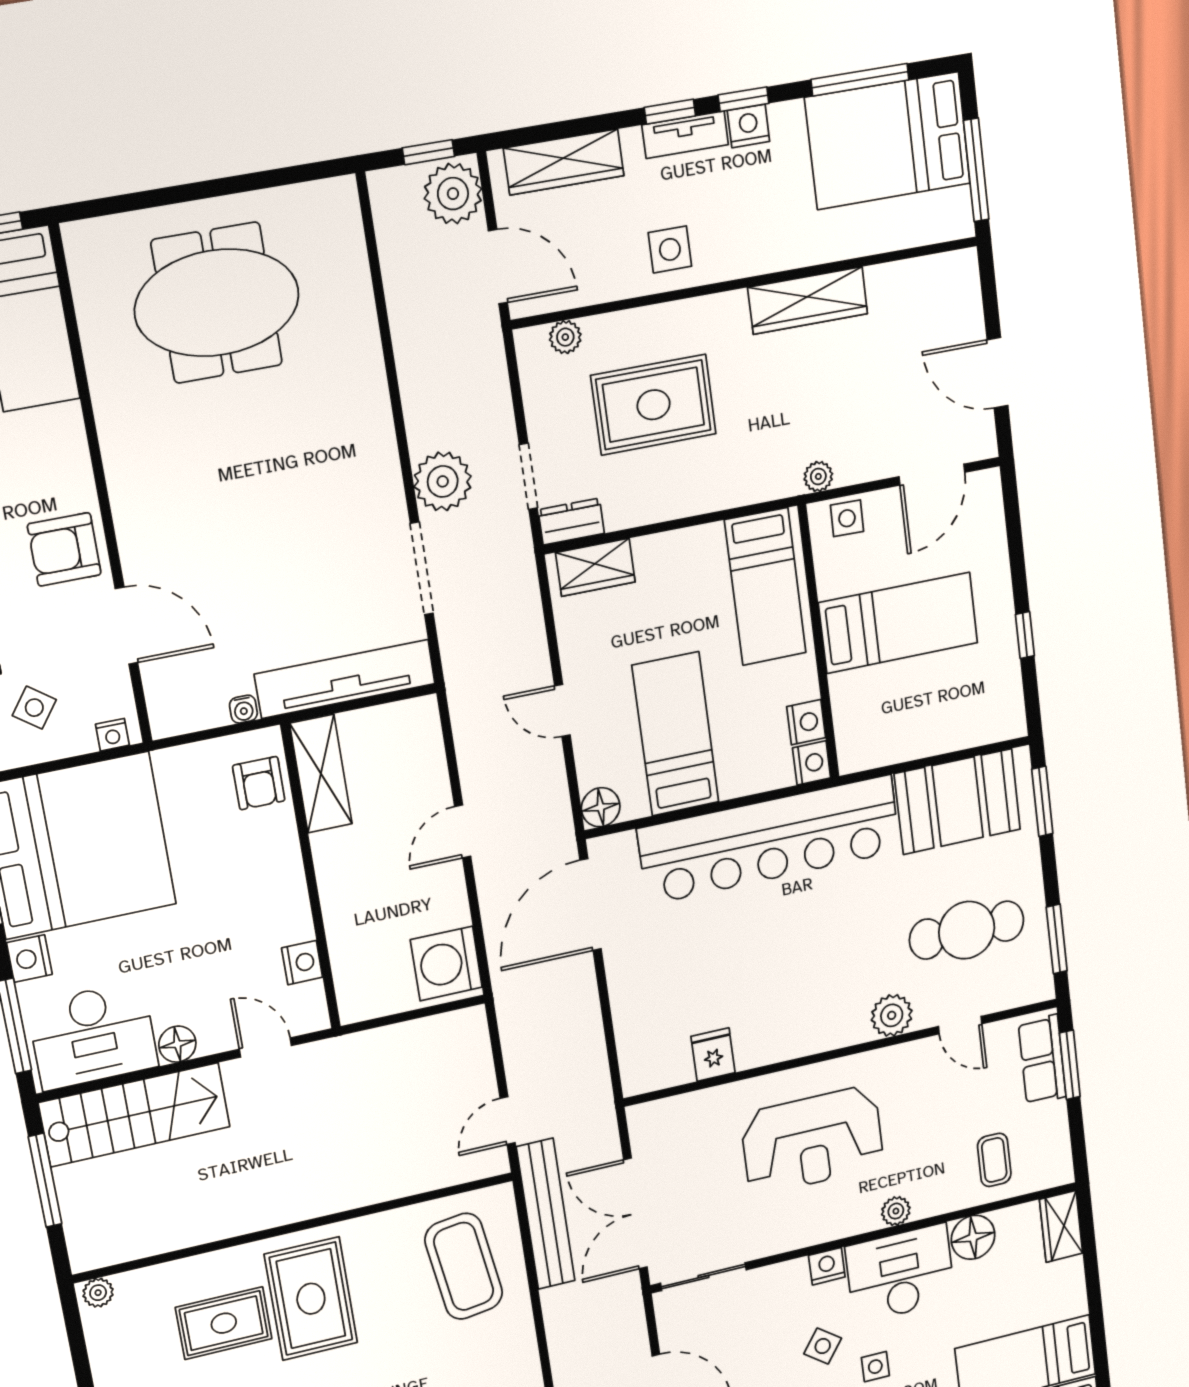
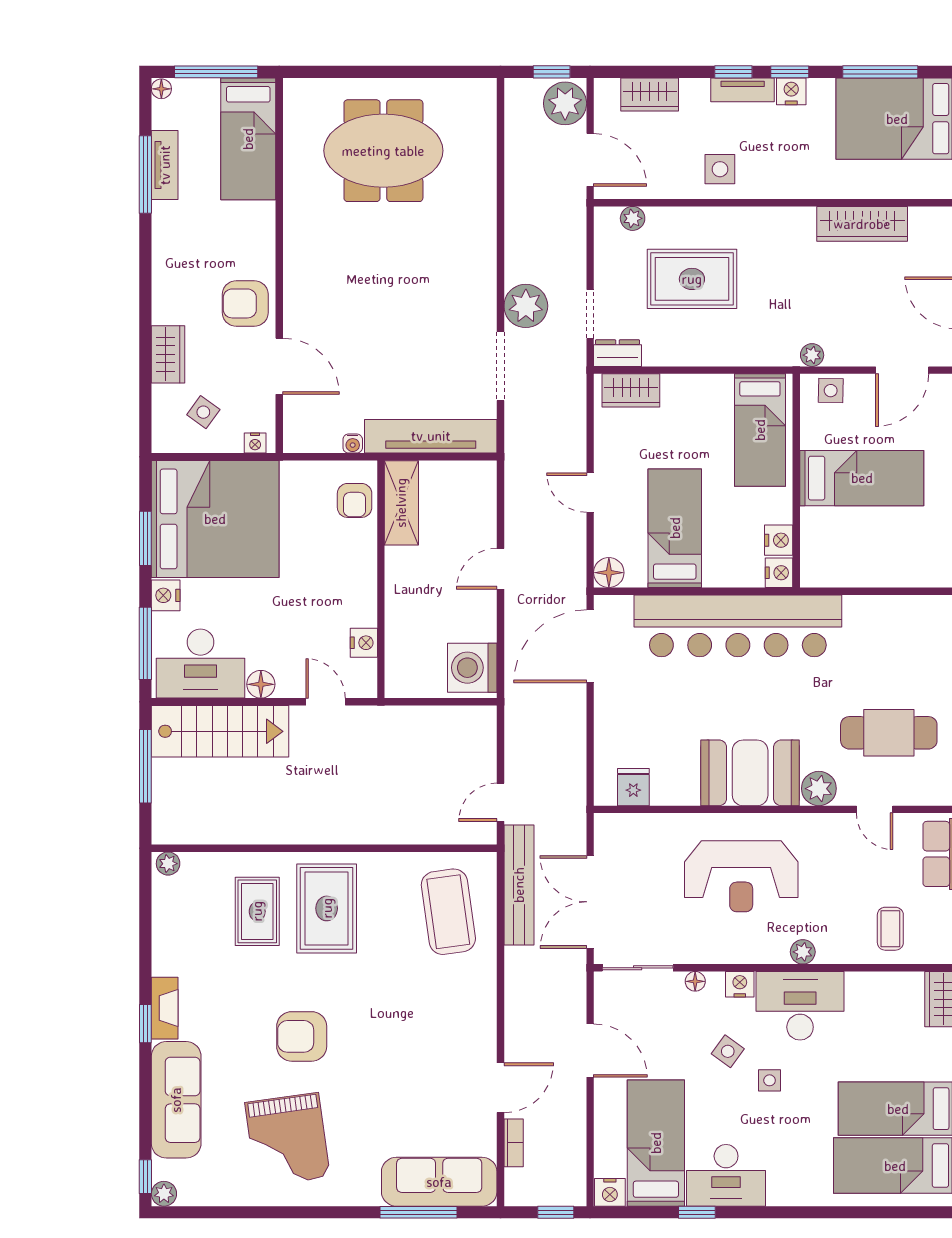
wardrobe: (564, 162) -> (650, 95), width x0.67
wardrobe: (808, 301) -> (862, 224), moved
booth: (958, 802) -> (750, 773), moved
fridge: (713, 1055) -> (633, 787), moved
floor lamp: (973, 1237) -> (695, 981), moved, width x0.53, depth x0.53
rug: (224, 1323) -> (257, 911), turned 90

